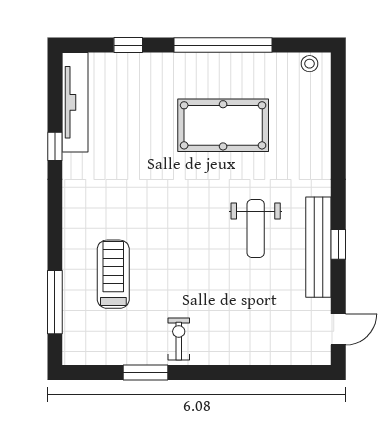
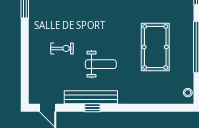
weight bench: (256, 229) -> (101, 64), turned 180
exercise bike: (179, 339) -> (62, 48), moved

